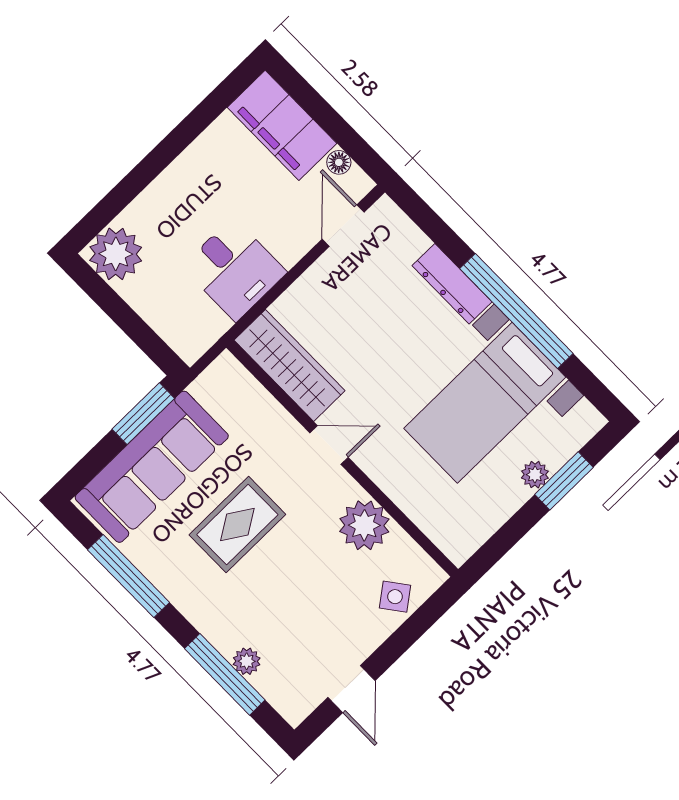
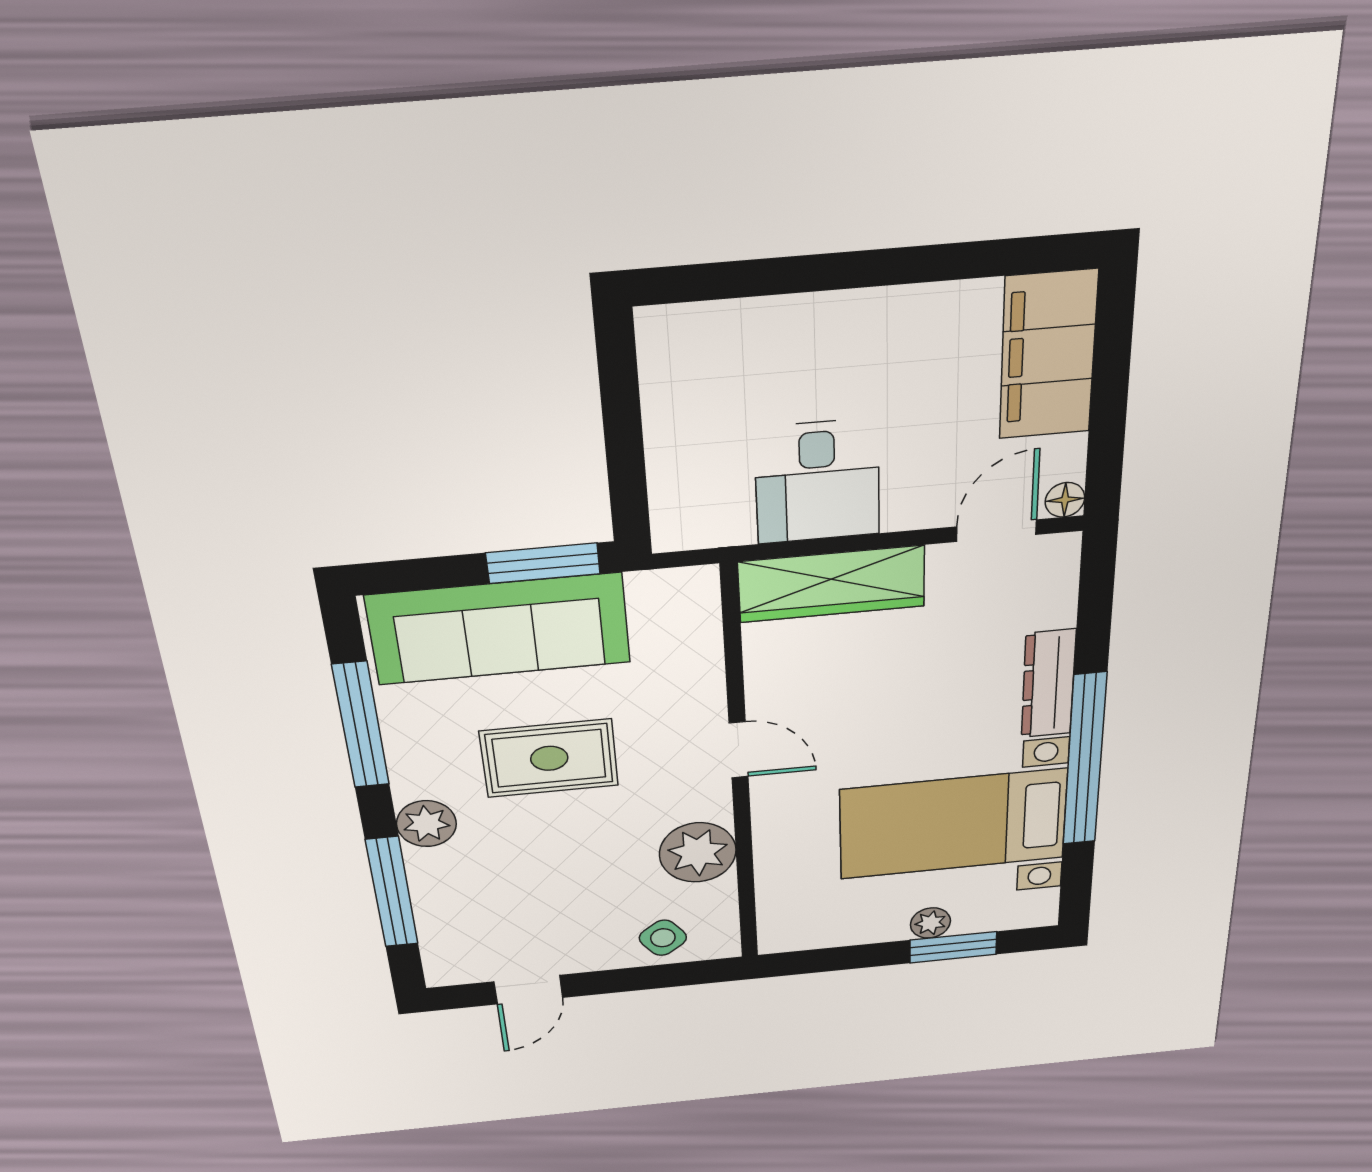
floor lamp: (339, 162) -> (1065, 500), moved
plant: (116, 254) -> (683, 347), removed
wardrobe: (290, 365) -> (832, 584), moved, turned 90
plant: (247, 661) -> (426, 824), moved, width x1.38, depth x1.38

